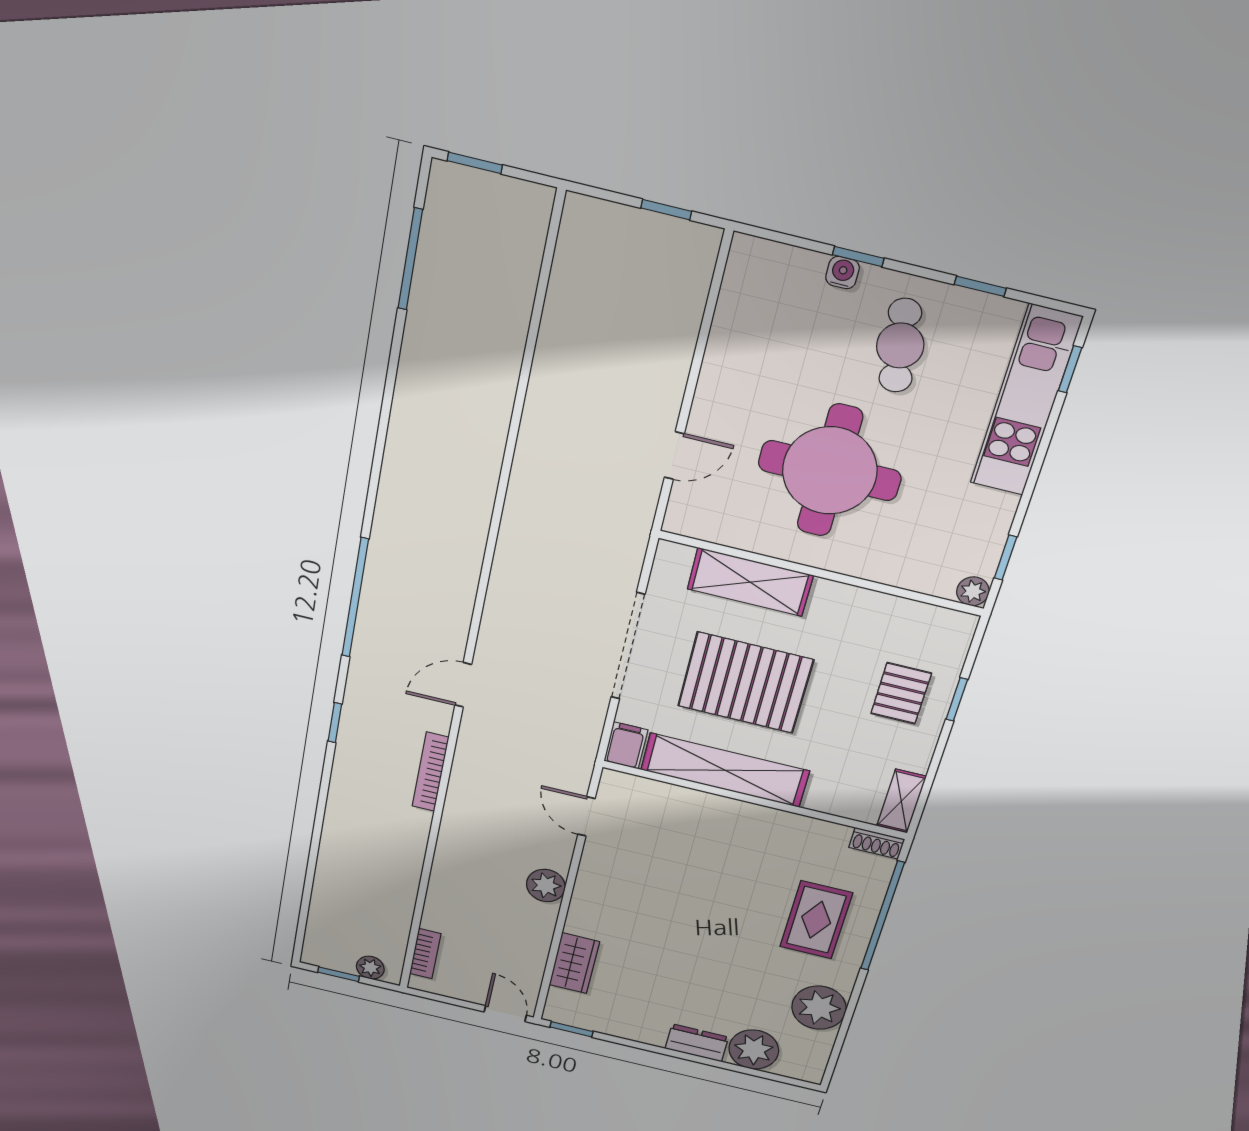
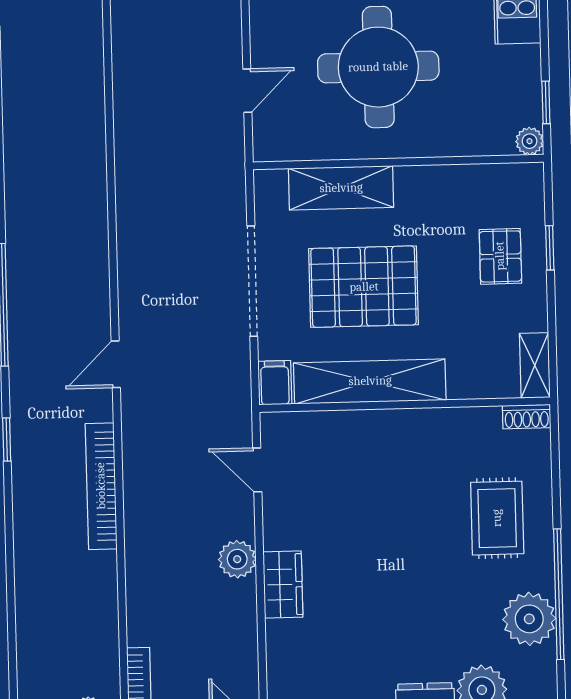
bookcase: (430, 772) -> (101, 486), width x1.48, depth x1.31
window: (882, 916) -> (559, 594), moved
wardrobe: (574, 963) -> (283, 585), moved

